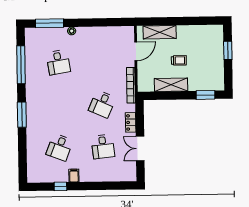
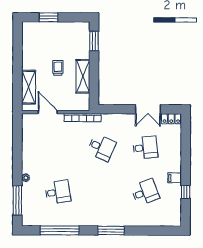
locker: (131, 122) -> (171, 119), moved
desk: (60, 147) -> (145, 192), turned -42

